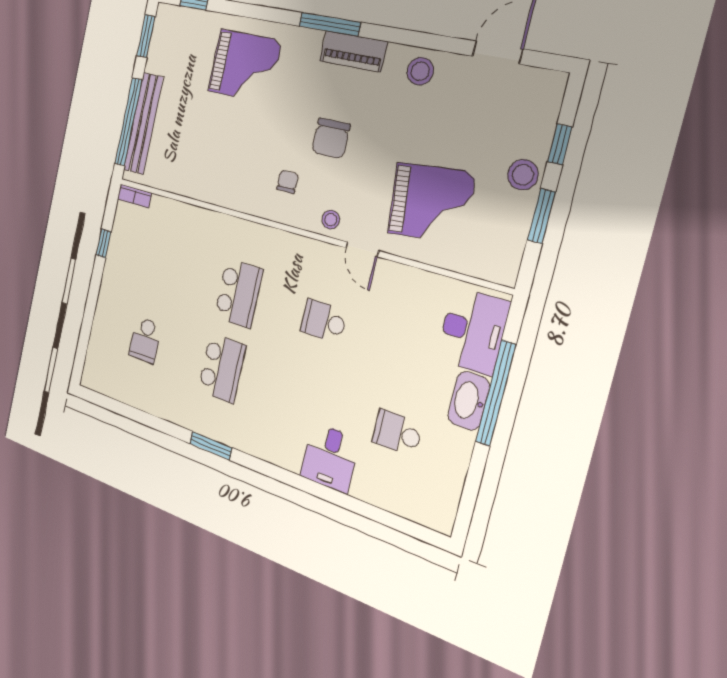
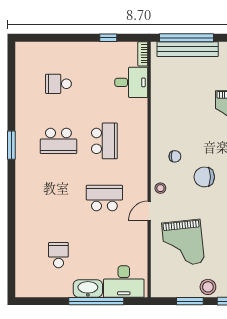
school desk: (238, 293) -> (104, 141), turned -90
school desk: (324, 321) -> (104, 198), width x1.85
desk: (330, 458) -> (131, 82), moved, turned 180

